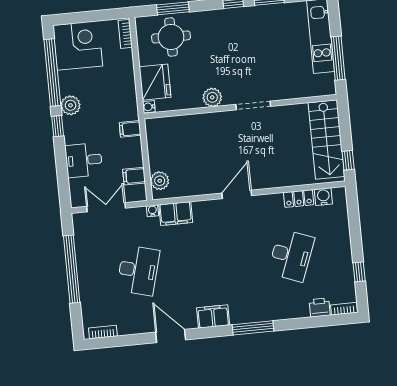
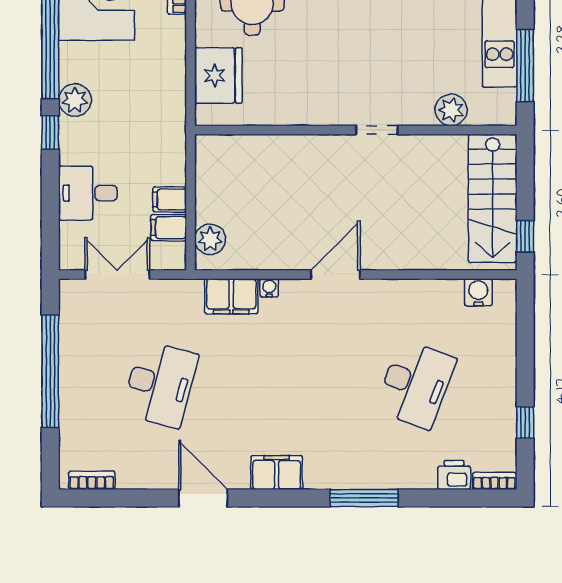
plant: (212, 97) -> (451, 110), moved
doorway: (253, 105) -> (377, 130), width x0.73
water cooler: (149, 107) -> (204, 115), removed
filing cabinet: (130, 129) -> (170, 199), moved
locker: (299, 199) -> (437, 291), removed
water cooler: (152, 211) -> (269, 288), moved
window: (253, 328) -> (364, 498), moved

